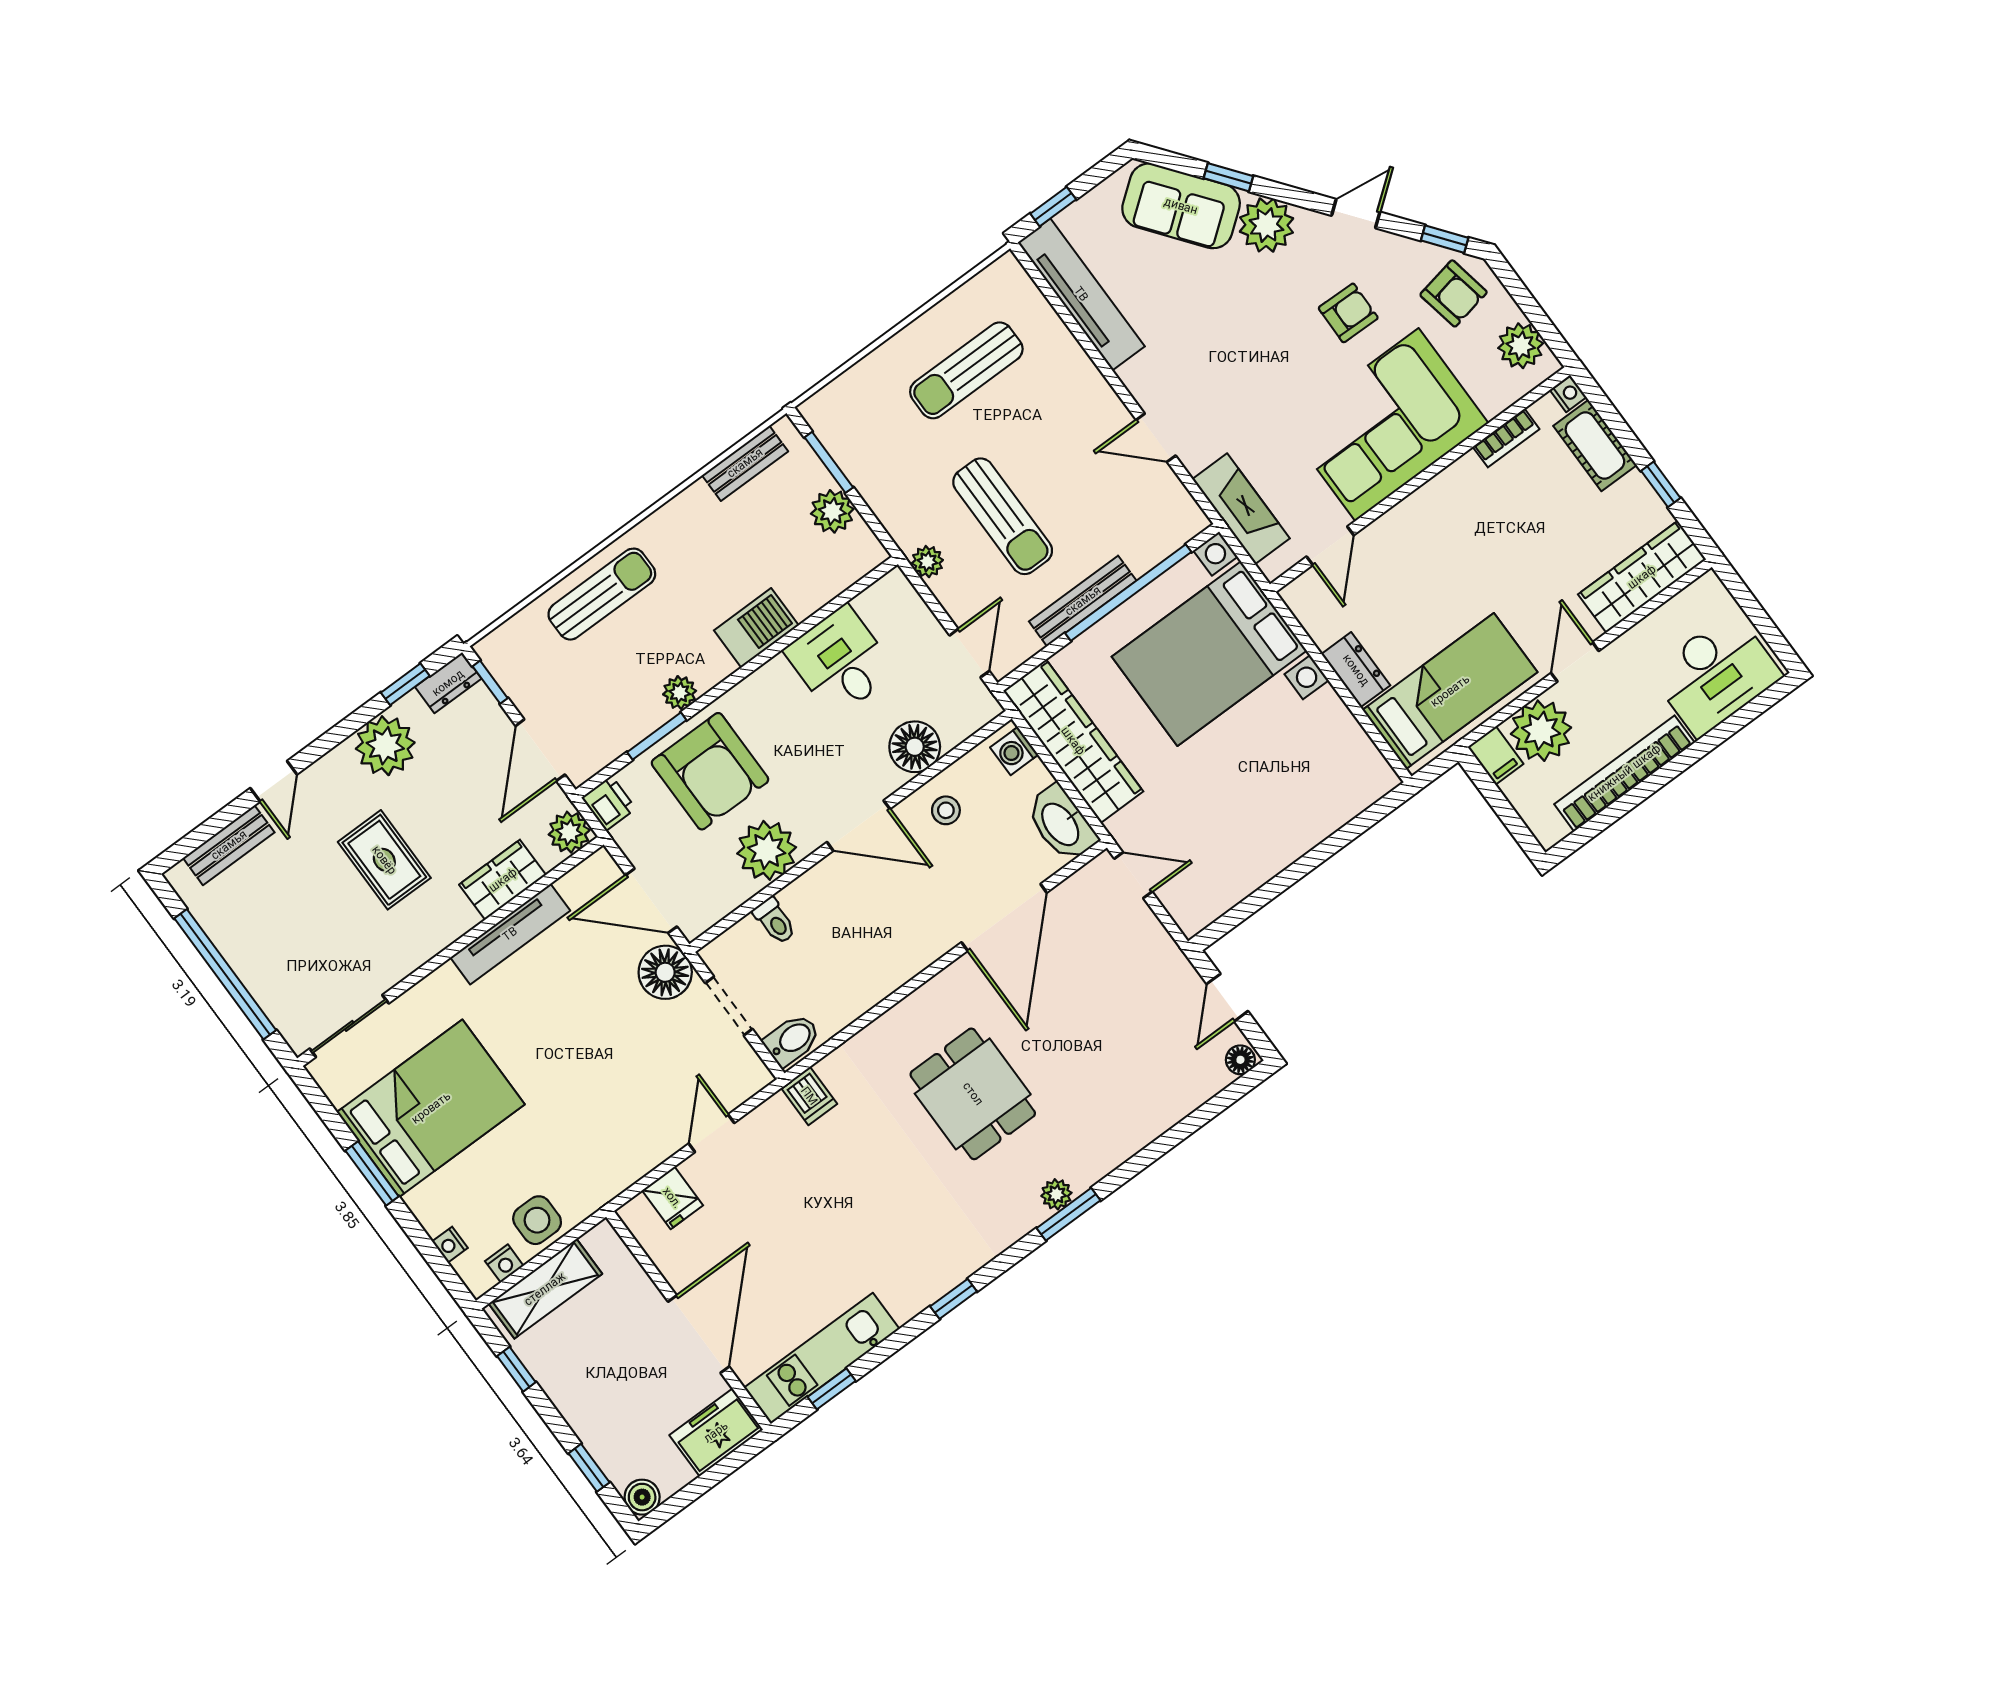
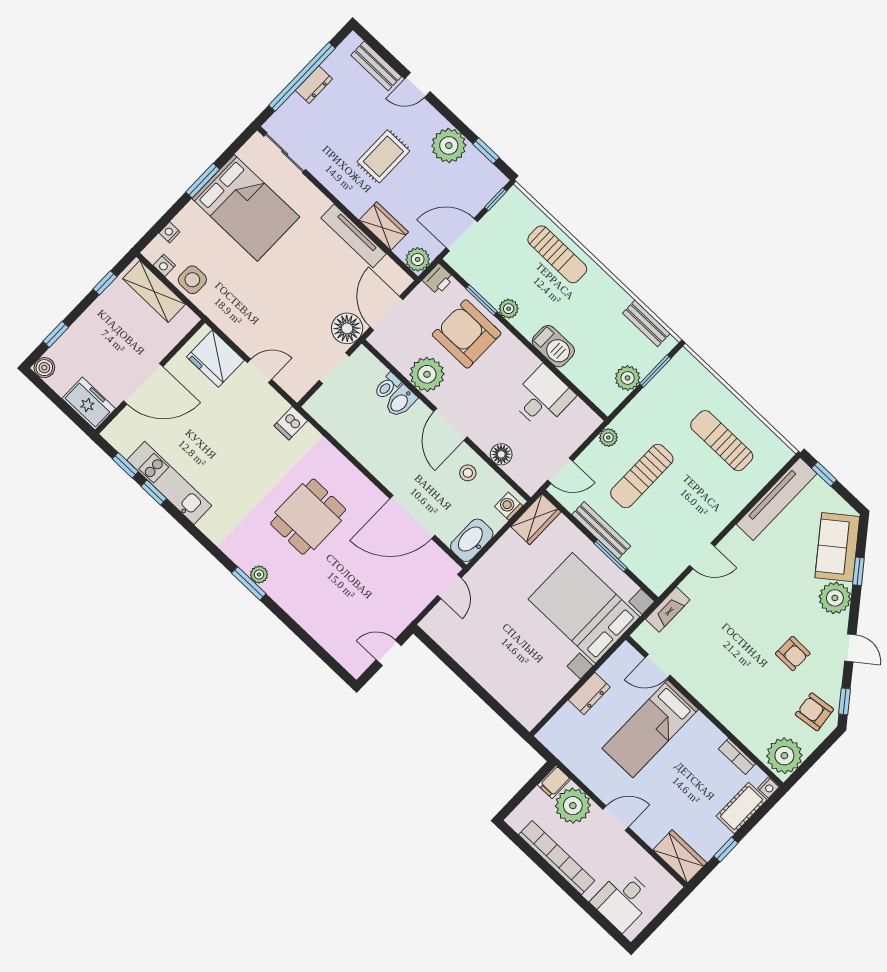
armchair: (1454, 293) -> (814, 712), turned 94
plant: (1521, 346) -> (784, 756), width x1.36, depth x1.36
corner sofa: (1387, 425) -> (733, 687), removed
door: (1156, 438) -> (702, 556), swing flipped
fireplace: (1241, 509) -> (668, 610), width x0.73, depth x0.76
wardrobe: (1642, 577) -> (680, 856), width x0.67
window: (1128, 593) -> (611, 556), width x0.47
desk: (1716, 674) -> (623, 900), width x0.73
dresser: (448, 683) -> (314, 85), moved, turned -90
bed: (1450, 691) -> (650, 729), moved, turned 90
wardrobe: (1073, 741) -> (536, 519), width x0.48, depth x0.85
floor lamp: (915, 747) -> (501, 454), width x0.73, depth x0.73
armchair: (710, 771) -> (467, 334), turned 90
bidet: (792, 1040) -> (401, 401), moved, turned 90
floor lamp: (1240, 1060) -> (354, 666), removed
fridge: (672, 1198) -> (215, 359), width x1.88, depth x1.34
window: (954, 1299) -> (154, 492), moved
kitchen unit: (822, 1358) -> (169, 483), moved

